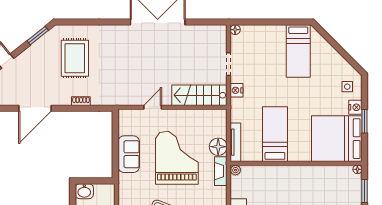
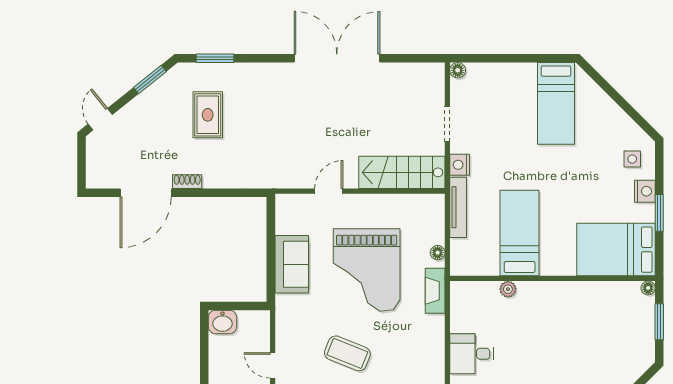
window: (79, 22) -> (215, 58), added
rug: (75, 58) -> (208, 115), width x0.73, depth x0.70
shoe rack: (81, 101) -> (187, 182), moved
bed: (337, 139) -> (616, 250), width x0.73
tv unit: (235, 142) -> (458, 207), moved
floor lamp: (218, 147) -> (438, 253), width x0.53, depth x0.53
grand piano: (177, 158) -> (367, 270), turned 180
plant: (235, 170) -> (508, 289), moved

